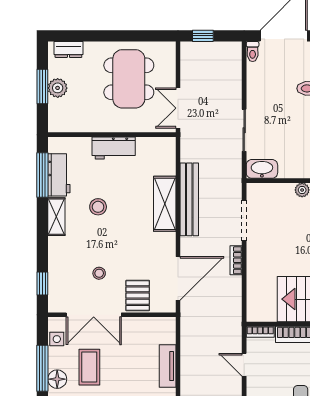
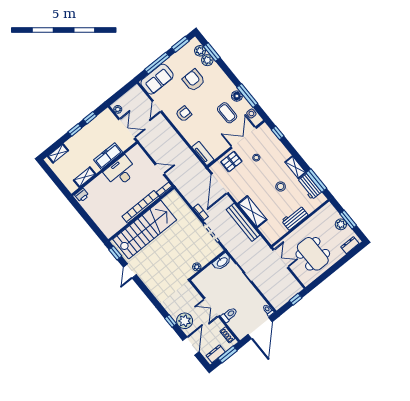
pallet: (138, 296) -> (231, 162), turned 90
tv unit: (168, 366) -> (203, 153), moved

